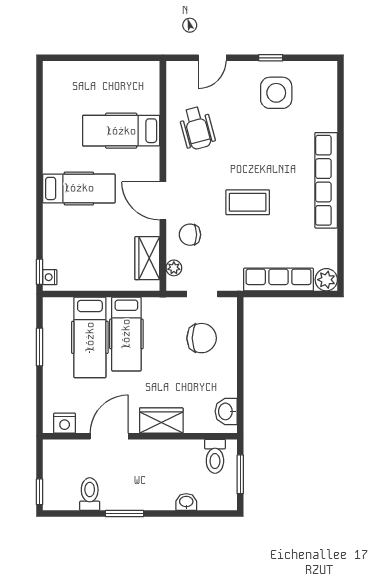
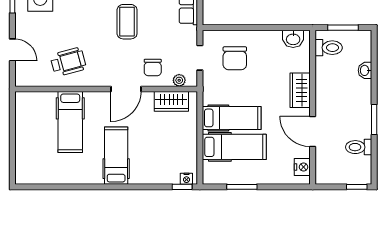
chair: (202, 338) -> (235, 58), turned 180

